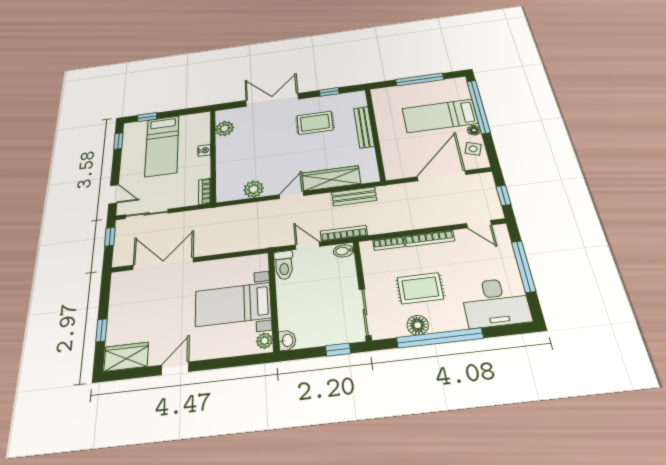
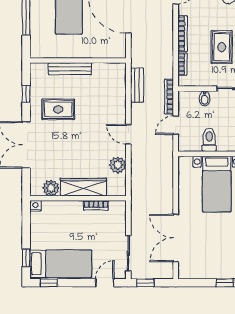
rug: (315, 123) -> (58, 109), turned 90
bed: (162, 146) -> (61, 264), moved
nightstand: (204, 150) -> (35, 206), moved
wardrobe: (331, 178) -> (83, 187), moved, turned 90
bookcase: (205, 191) -> (96, 205), moved
bidet: (344, 251) -> (205, 98), moved
toilet: (284, 265) -> (209, 140), moved, turned -90

